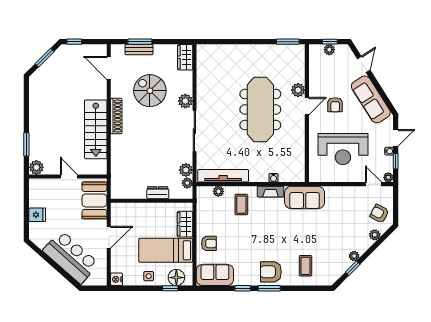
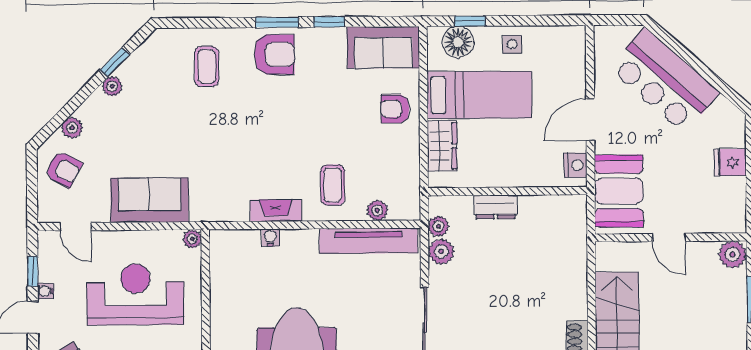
plant: (388, 177) -> (192, 239), moved
sofa: (305, 197) -> (150, 200), moved
nightstand: (117, 279) -> (575, 165), moved

